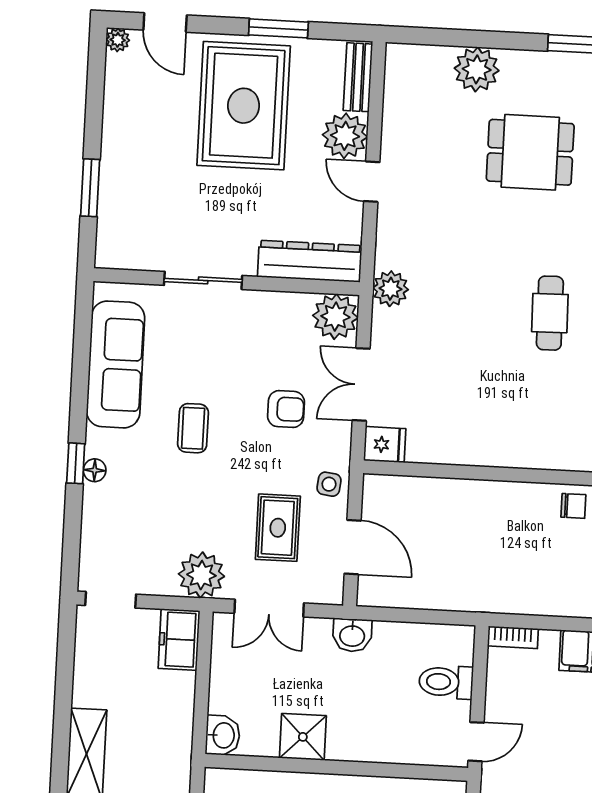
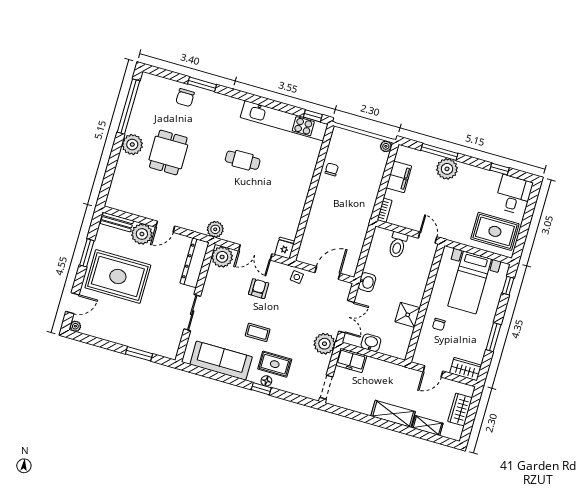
plant: (477, 69) -> (132, 144), moved
rug: (278, 528) -> (275, 364), moved
washbasin: (223, 735) -> (371, 343), moved

